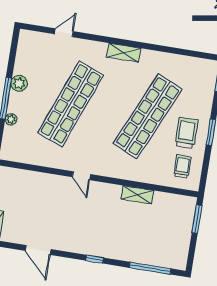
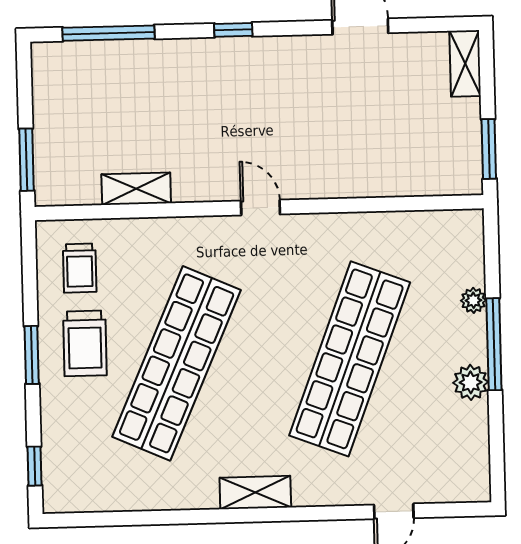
door: (81, 176) -> (260, 208), moved
shelving: (137, 195) -> (136, 189), moved

